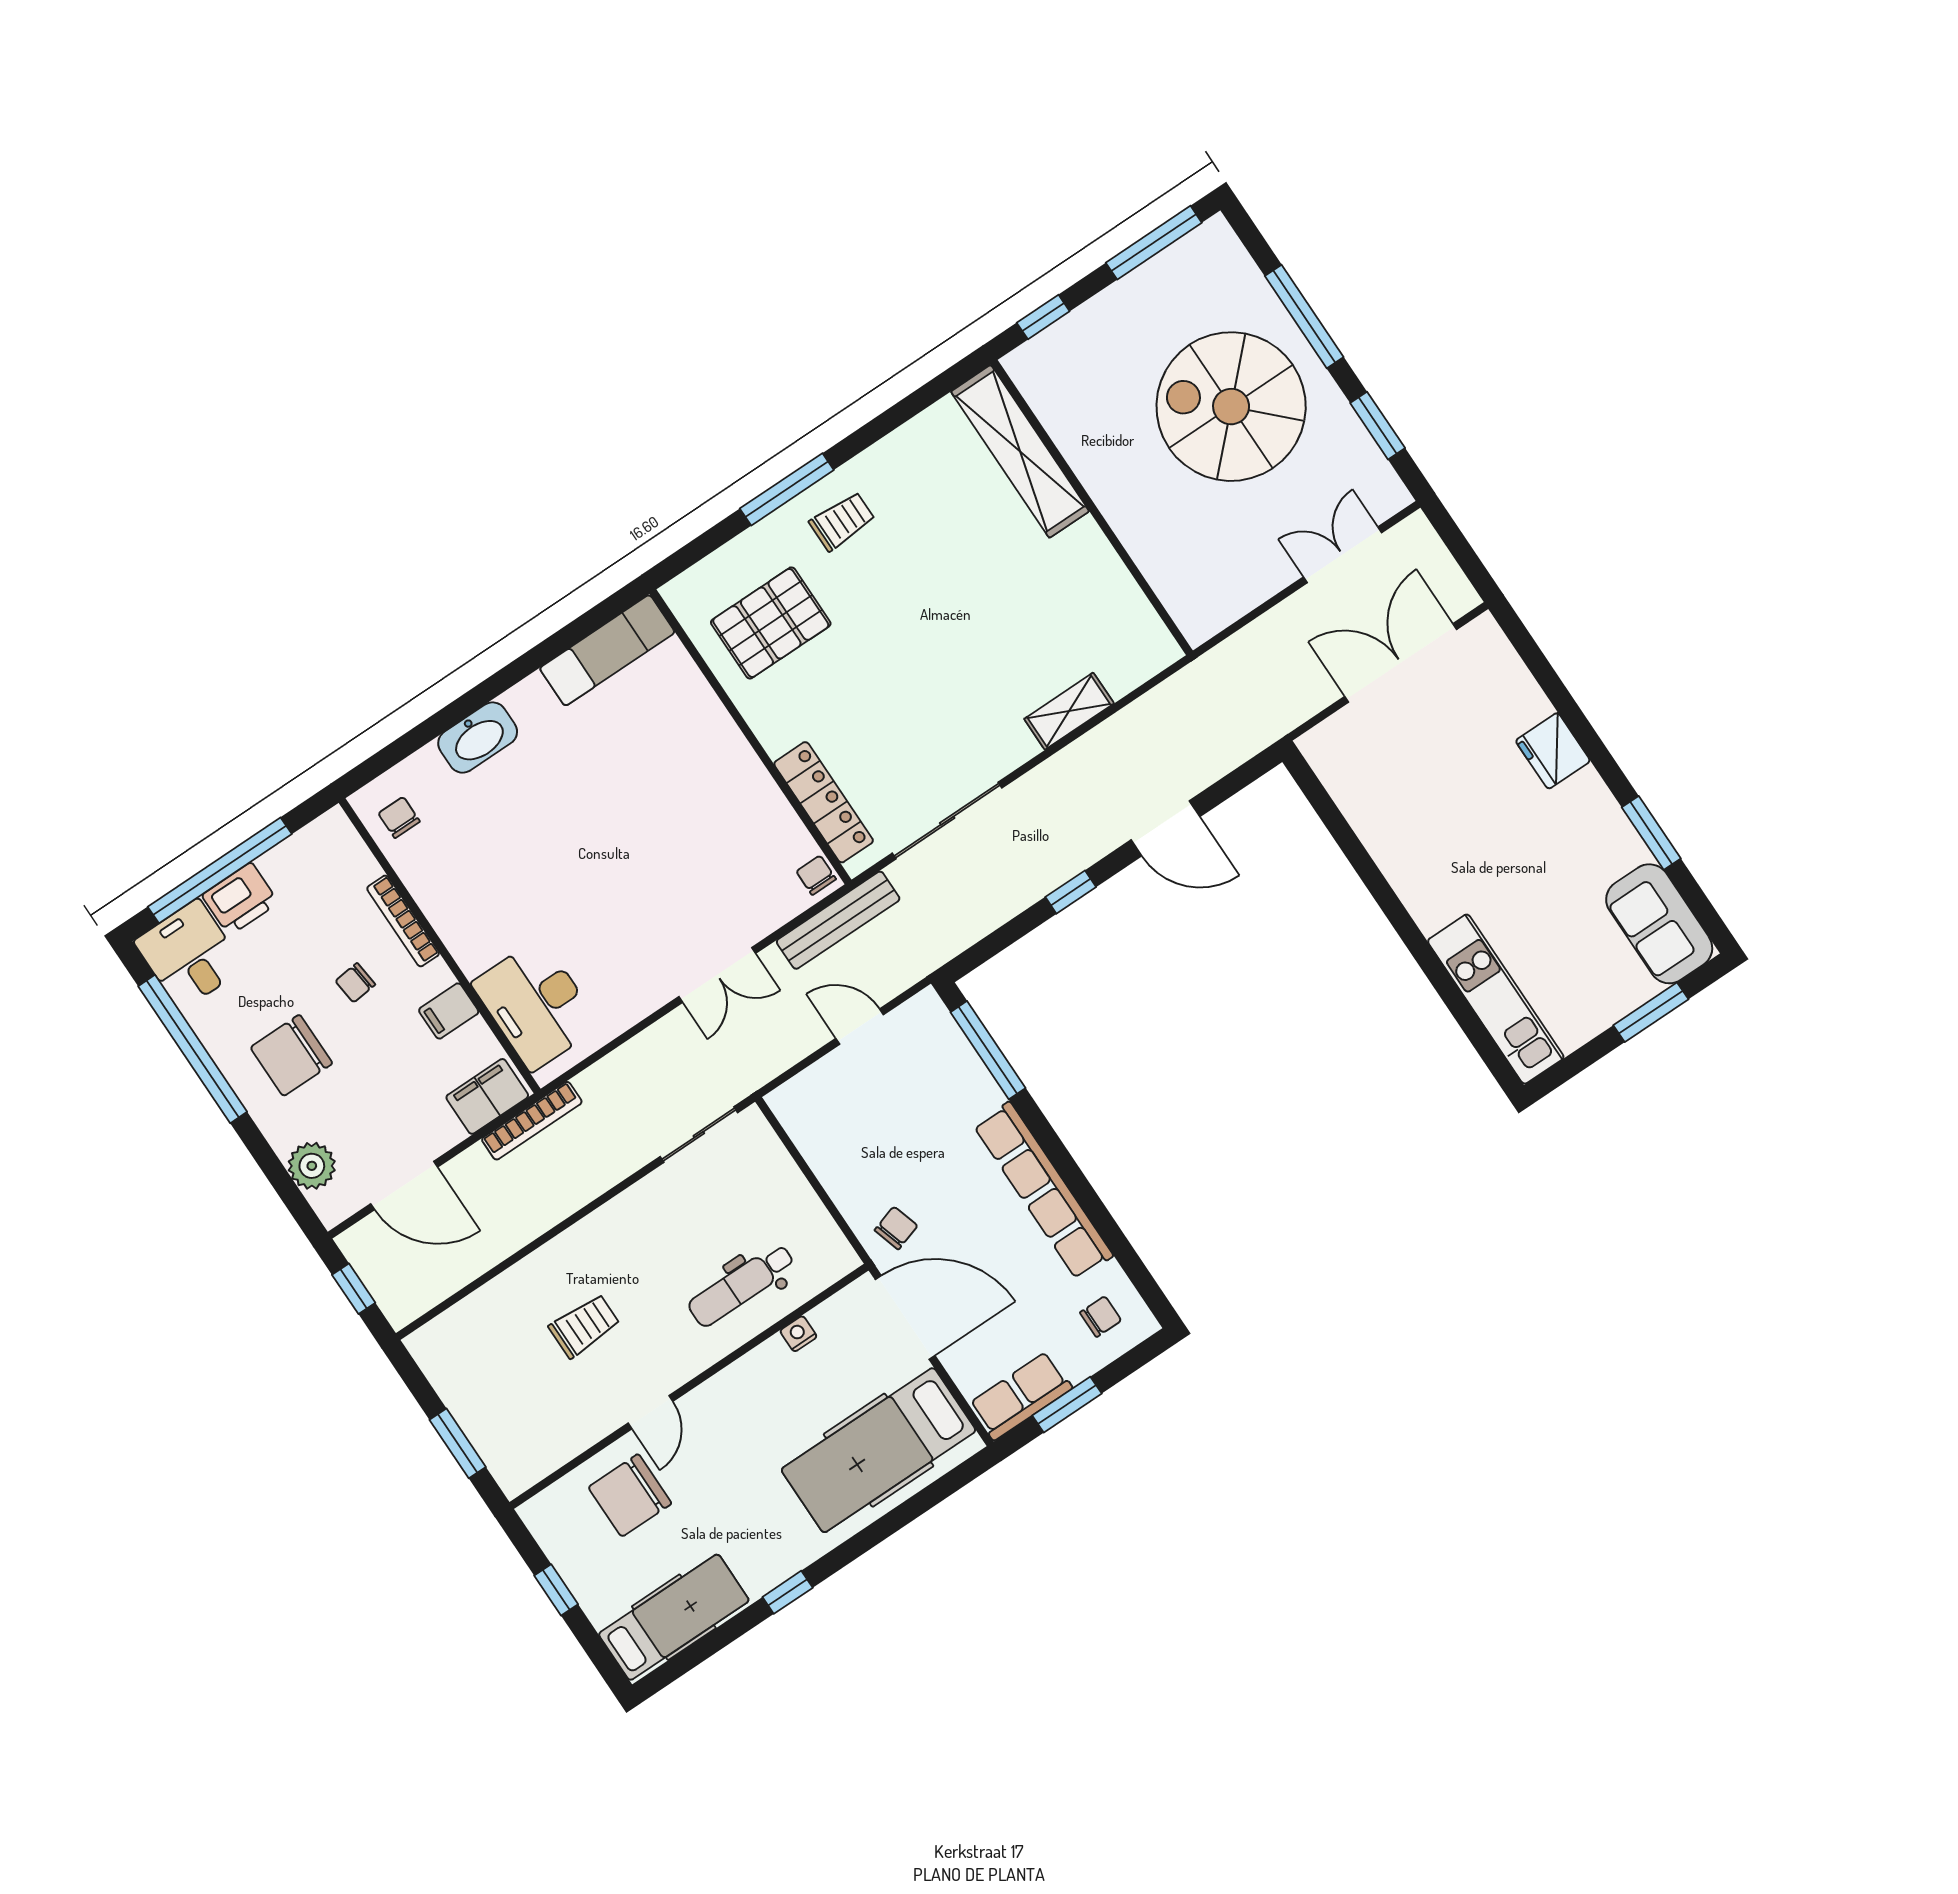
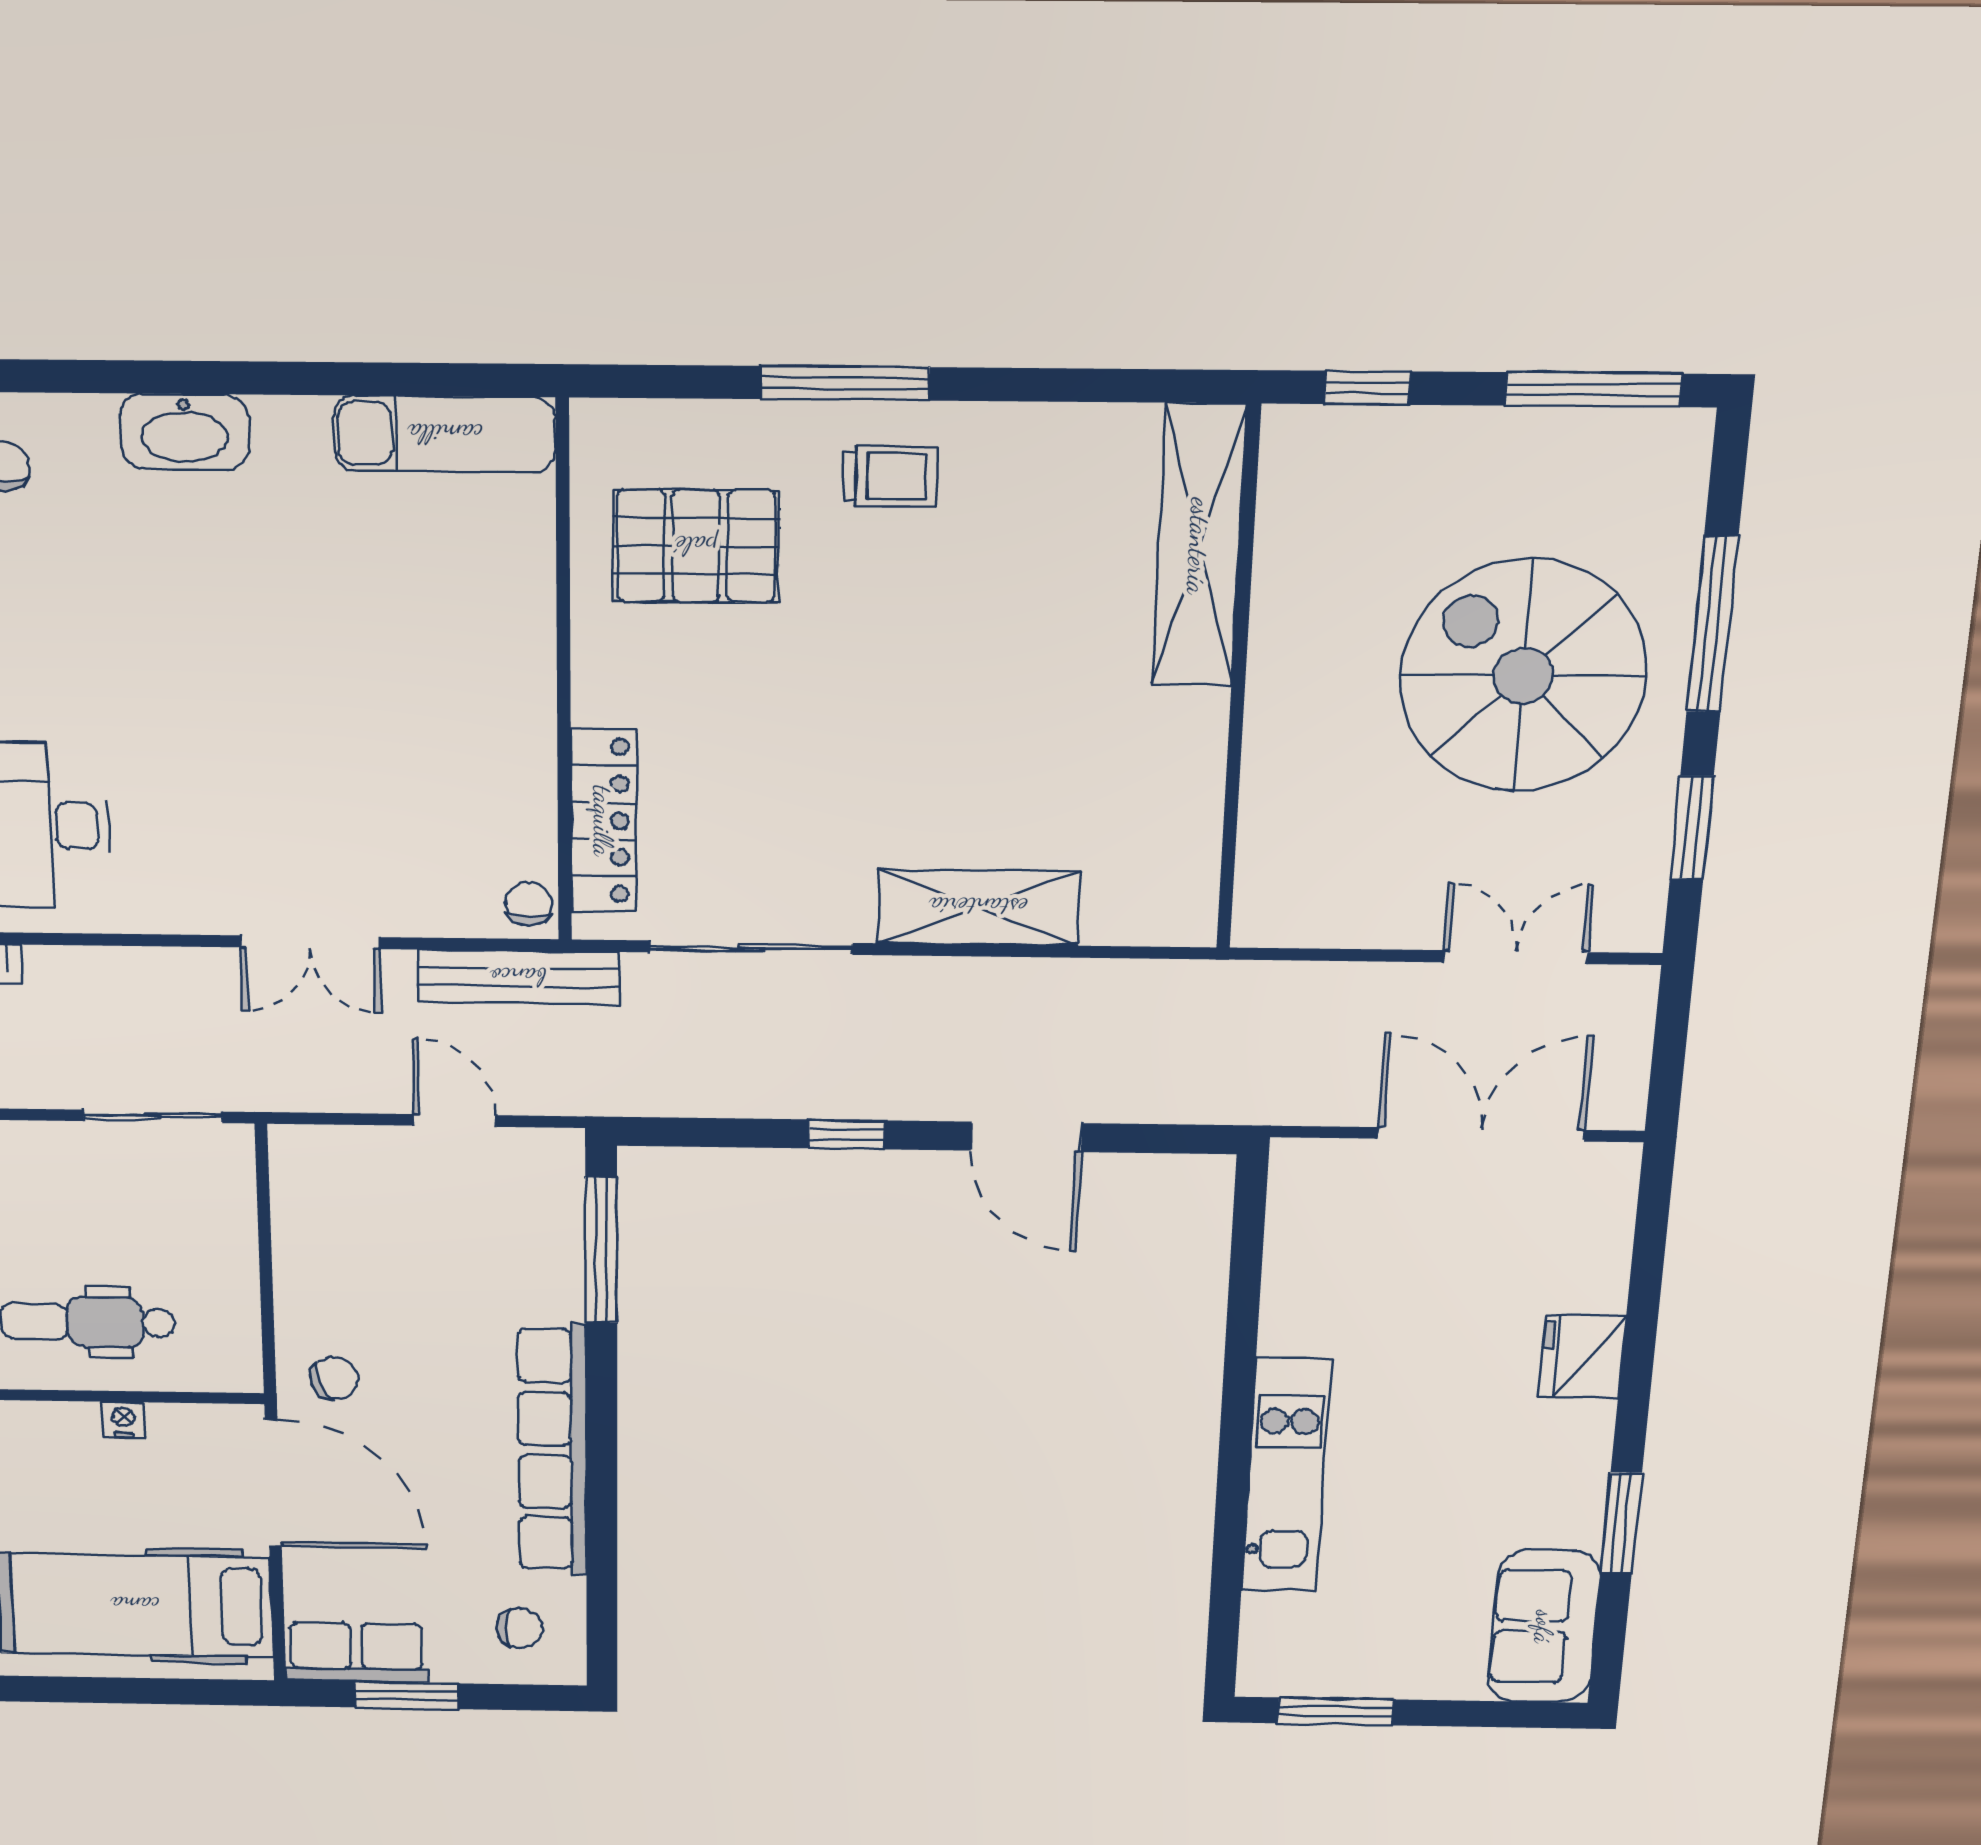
shelving: (1069, 711) -> (978, 907), width x1.50, depth x1.33
kitchen unit: (1496, 999) -> (1286, 1475), moved
window: (1651, 1012) -> (1336, 1711), moved

